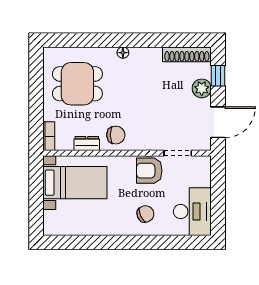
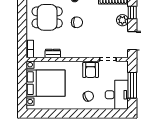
chair: (116, 135) -> (77, 22), moved
armchair: (149, 171) -> (91, 70), turned -90
bed with nightstands: (75, 183) -> (46, 83), width x1.36
window: (218, 196) -> (132, 85), added

